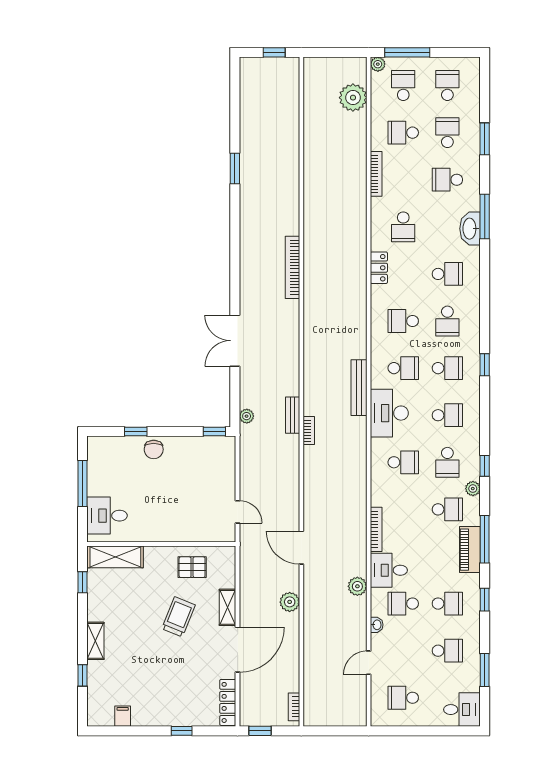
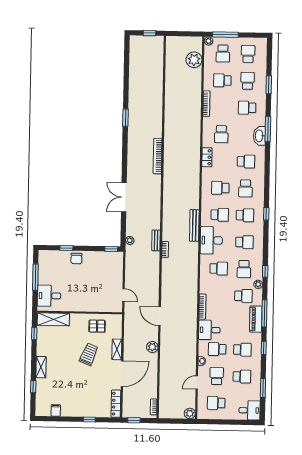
school desk: (403, 86) -> (223, 53), turned 180
window: (235, 169) -> (125, 118), moved
plant: (357, 586) -> (190, 413), moved
school desk: (403, 651) -> (217, 376), added

